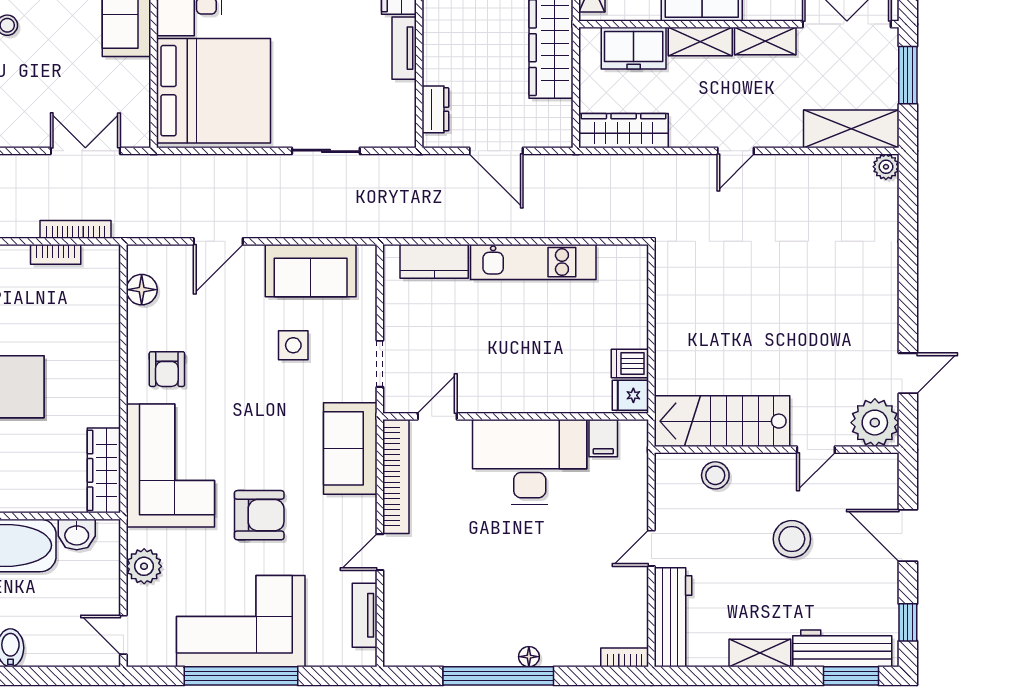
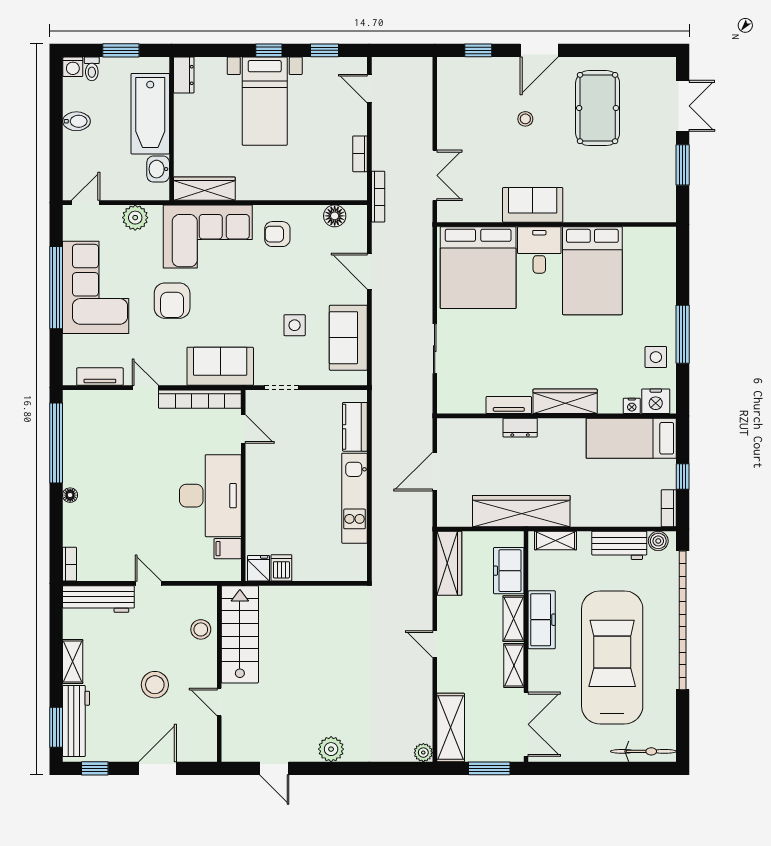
dresser: (435, 109) -> (520, 428), moved
bookcase: (76, 229) -> (378, 197), moved
plant: (875, 423) -> (331, 749), moved, width x0.73, depth x0.73
window: (498, 676) -> (56, 443), moved

